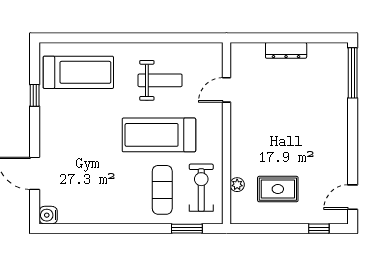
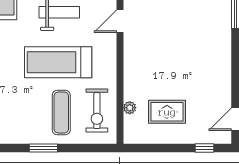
exercise bike: (201, 188) -> (97, 111), turned 180
window: (187, 229) -> (43, 148), moved

